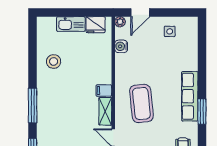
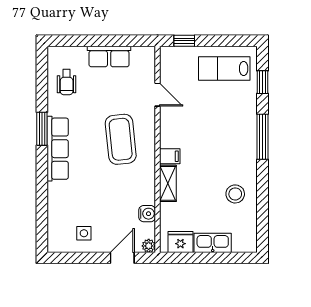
shelving: (105, 111) -> (168, 183), moved

